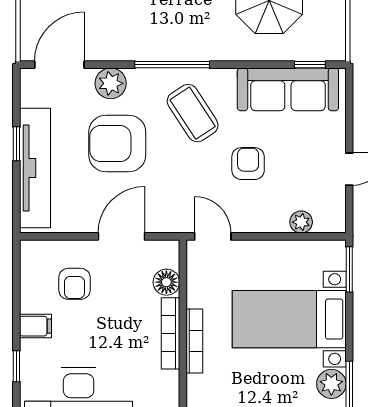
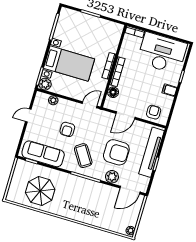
door: (213, 236) -> (90, 105), swing flipped
armchair: (74, 284) -> (154, 112), moved
plant: (331, 384) -> (45, 84), moved

